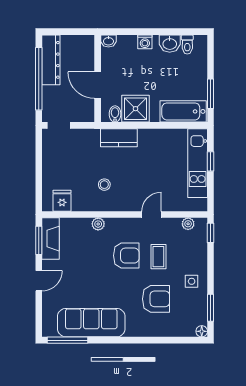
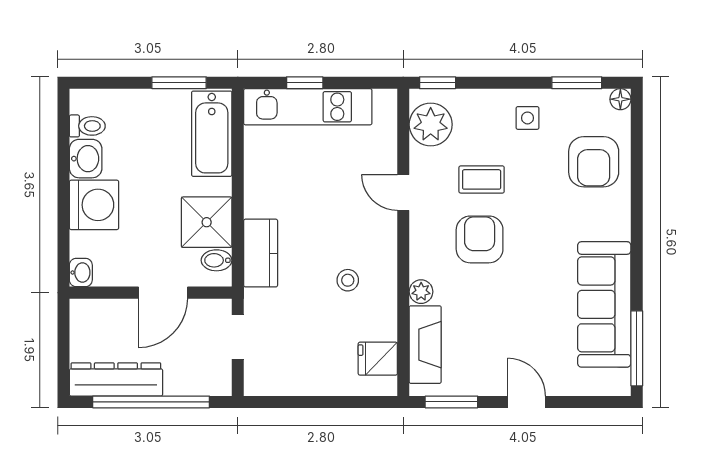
washing machine: (145, 42) -> (94, 205), width x1.89, depth x1.89
doorway: (59, 125) -> (238, 337), moved
plant: (188, 224) -> (431, 124), width x1.88, depth x1.88
fireplace: (51, 239) -> (425, 345), moved, turned 90
armchair: (156, 299) -> (594, 162), moved, turned 180

